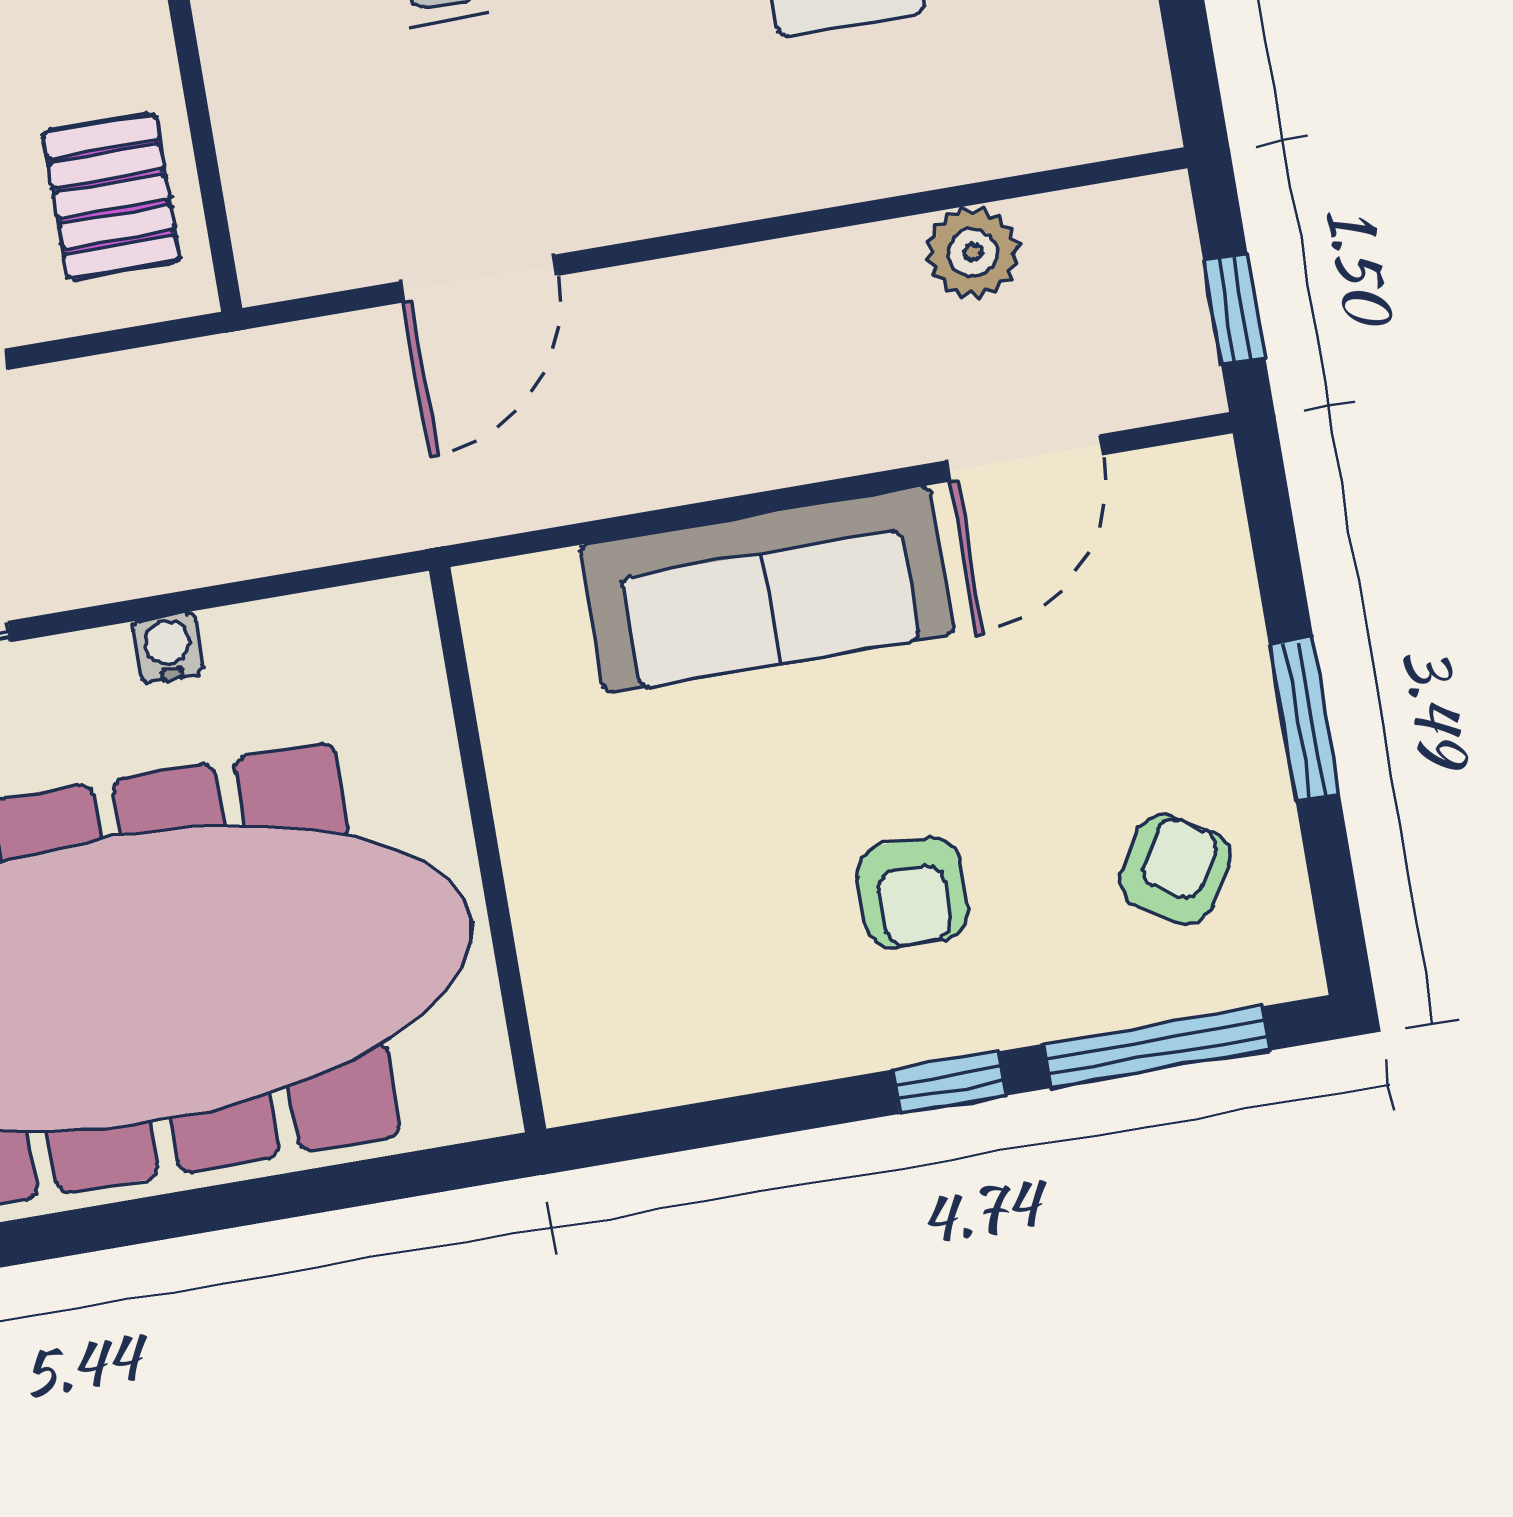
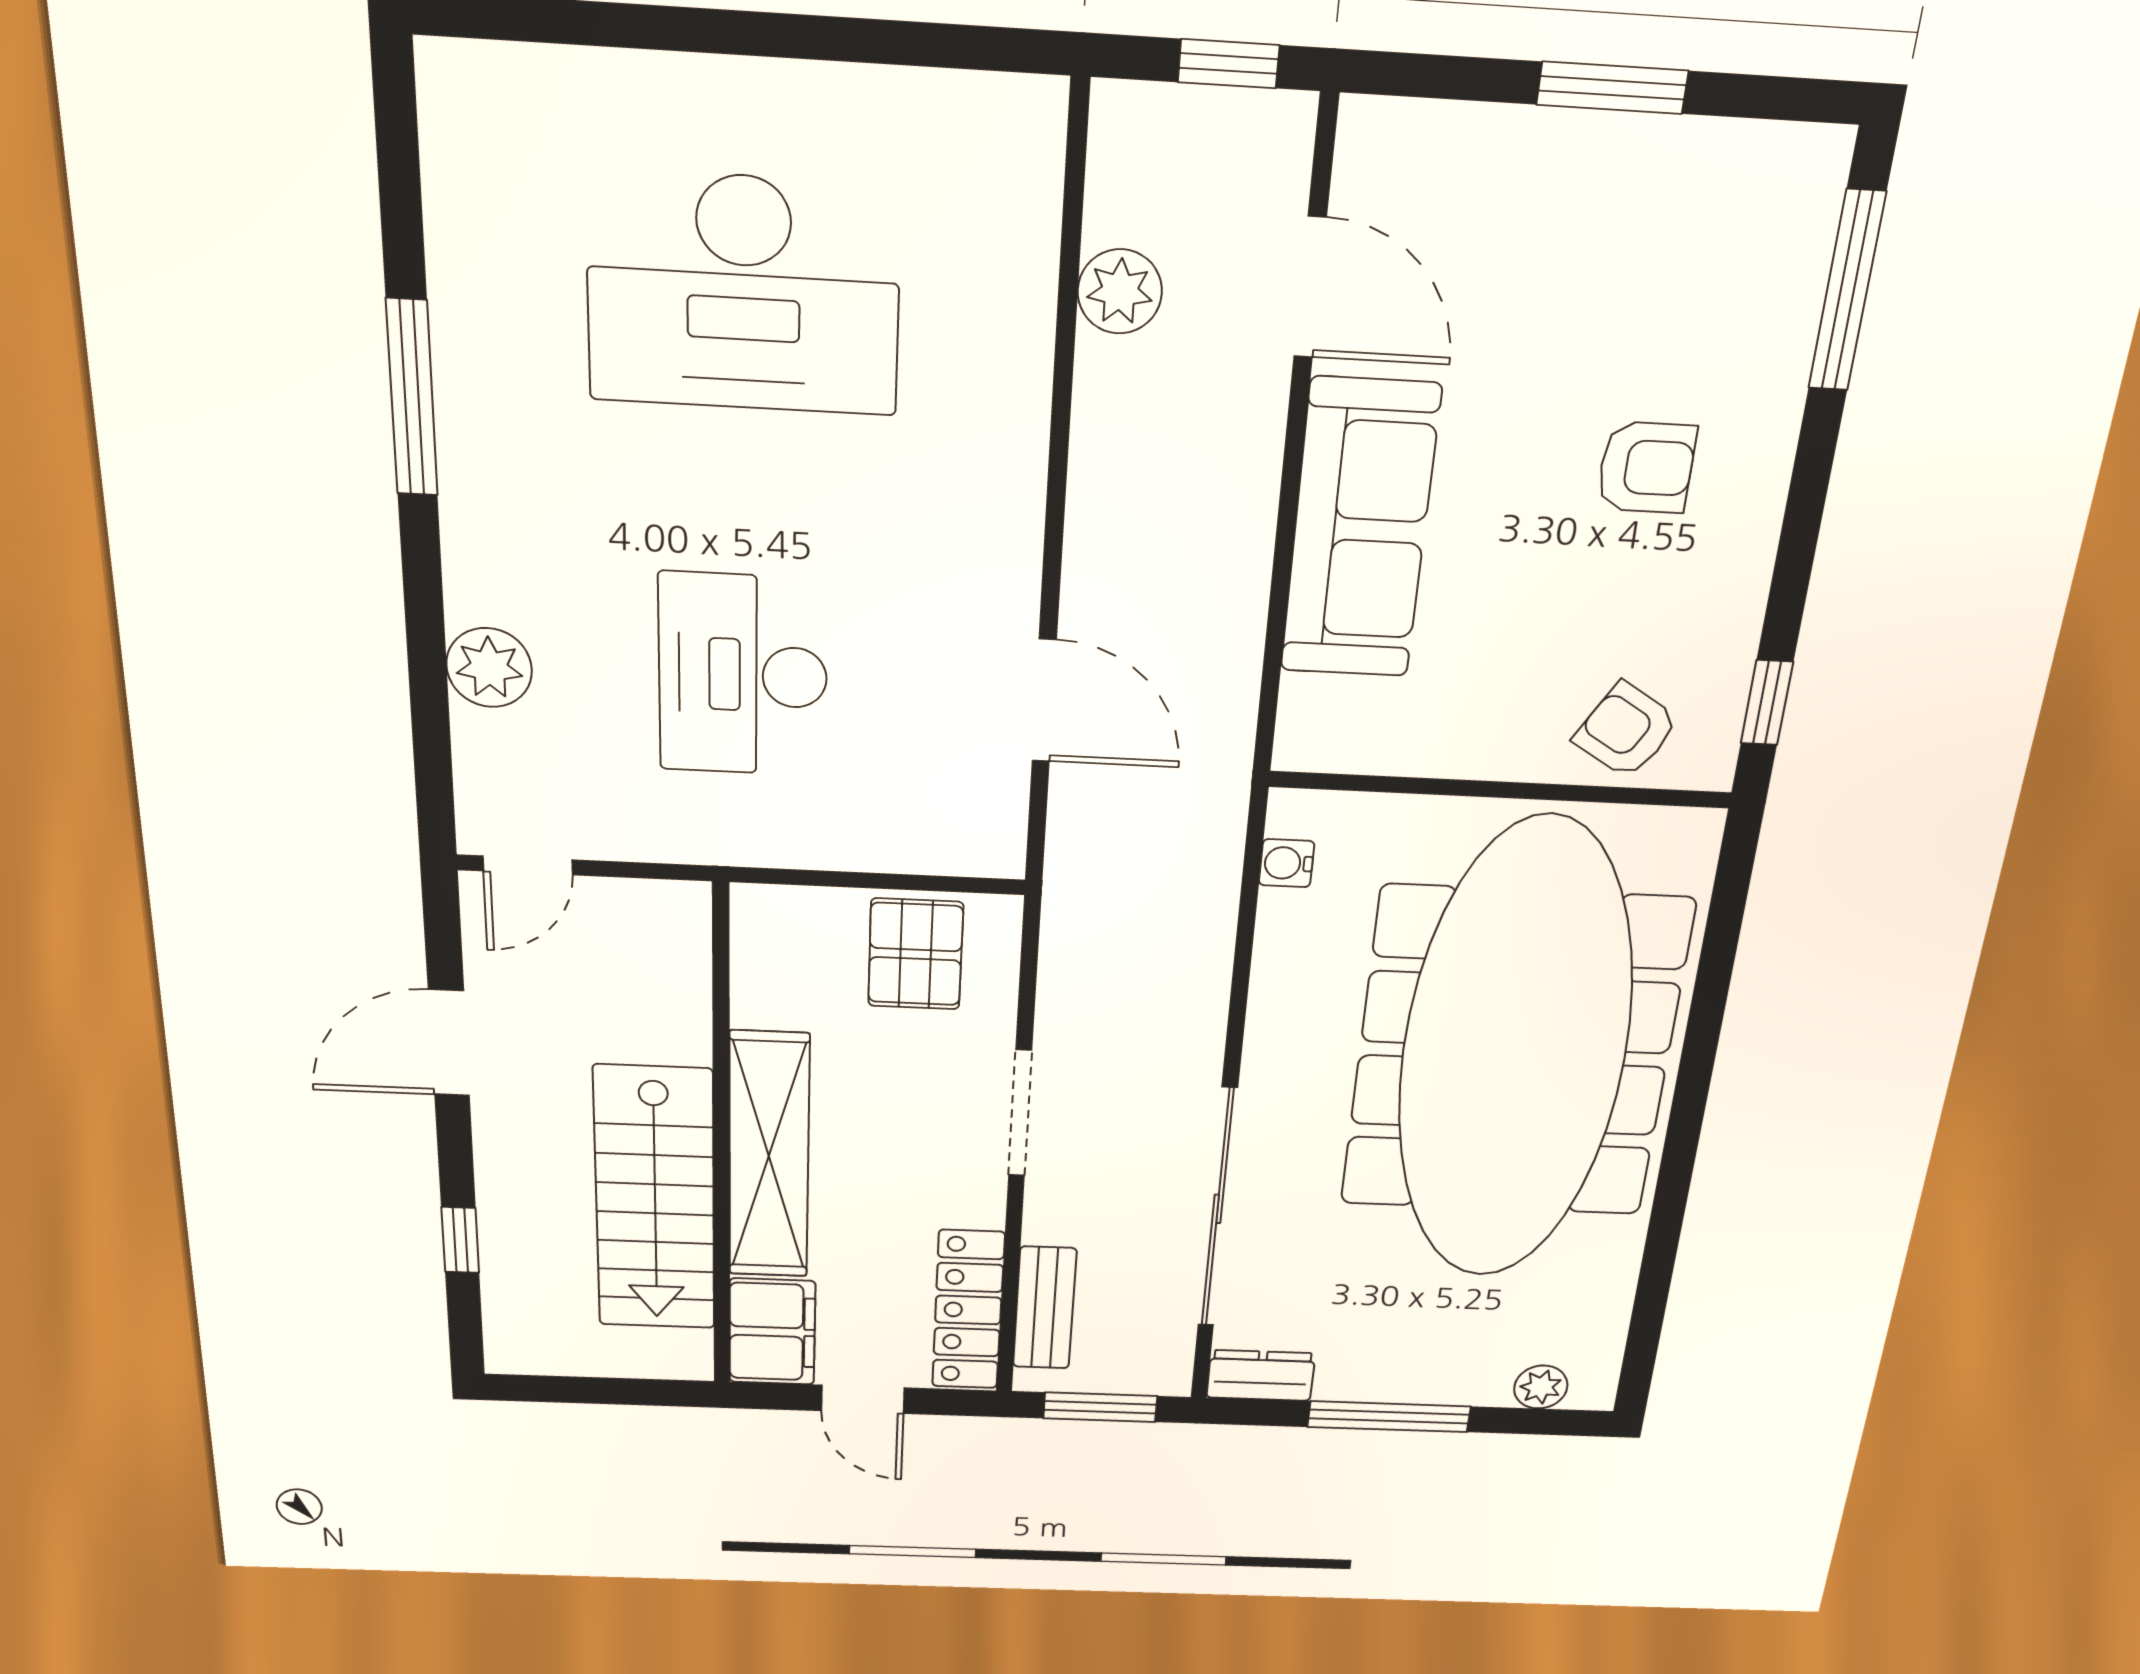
pallet: (111, 197) -> (916, 954), turned 90
water cooler: (168, 648) -> (1287, 863), moved
armchair: (1175, 869) -> (1626, 730), moved
window: (949, 1083) -> (1767, 703), moved

